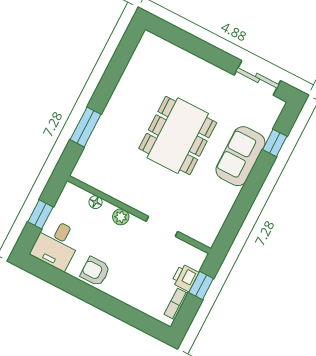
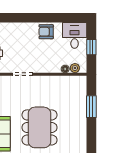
plant: (121, 217) -> (75, 68), moved
armchair: (95, 271) -> (46, 32), turned 180

